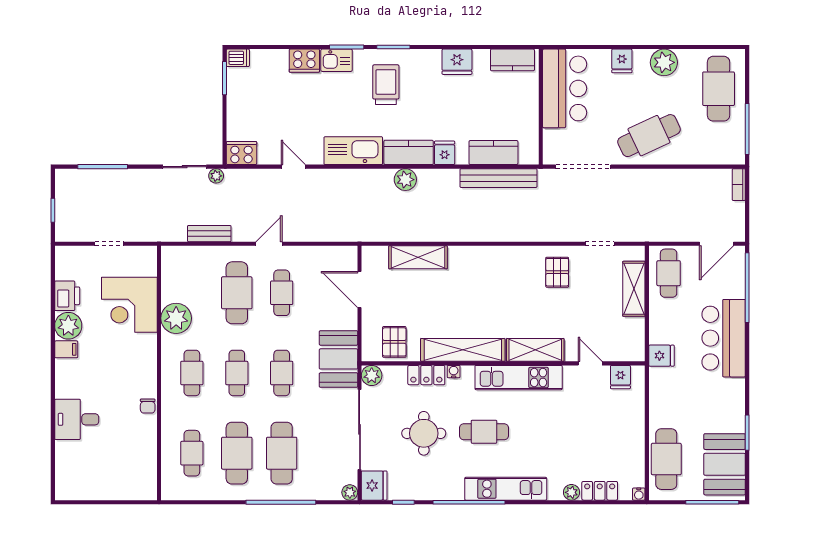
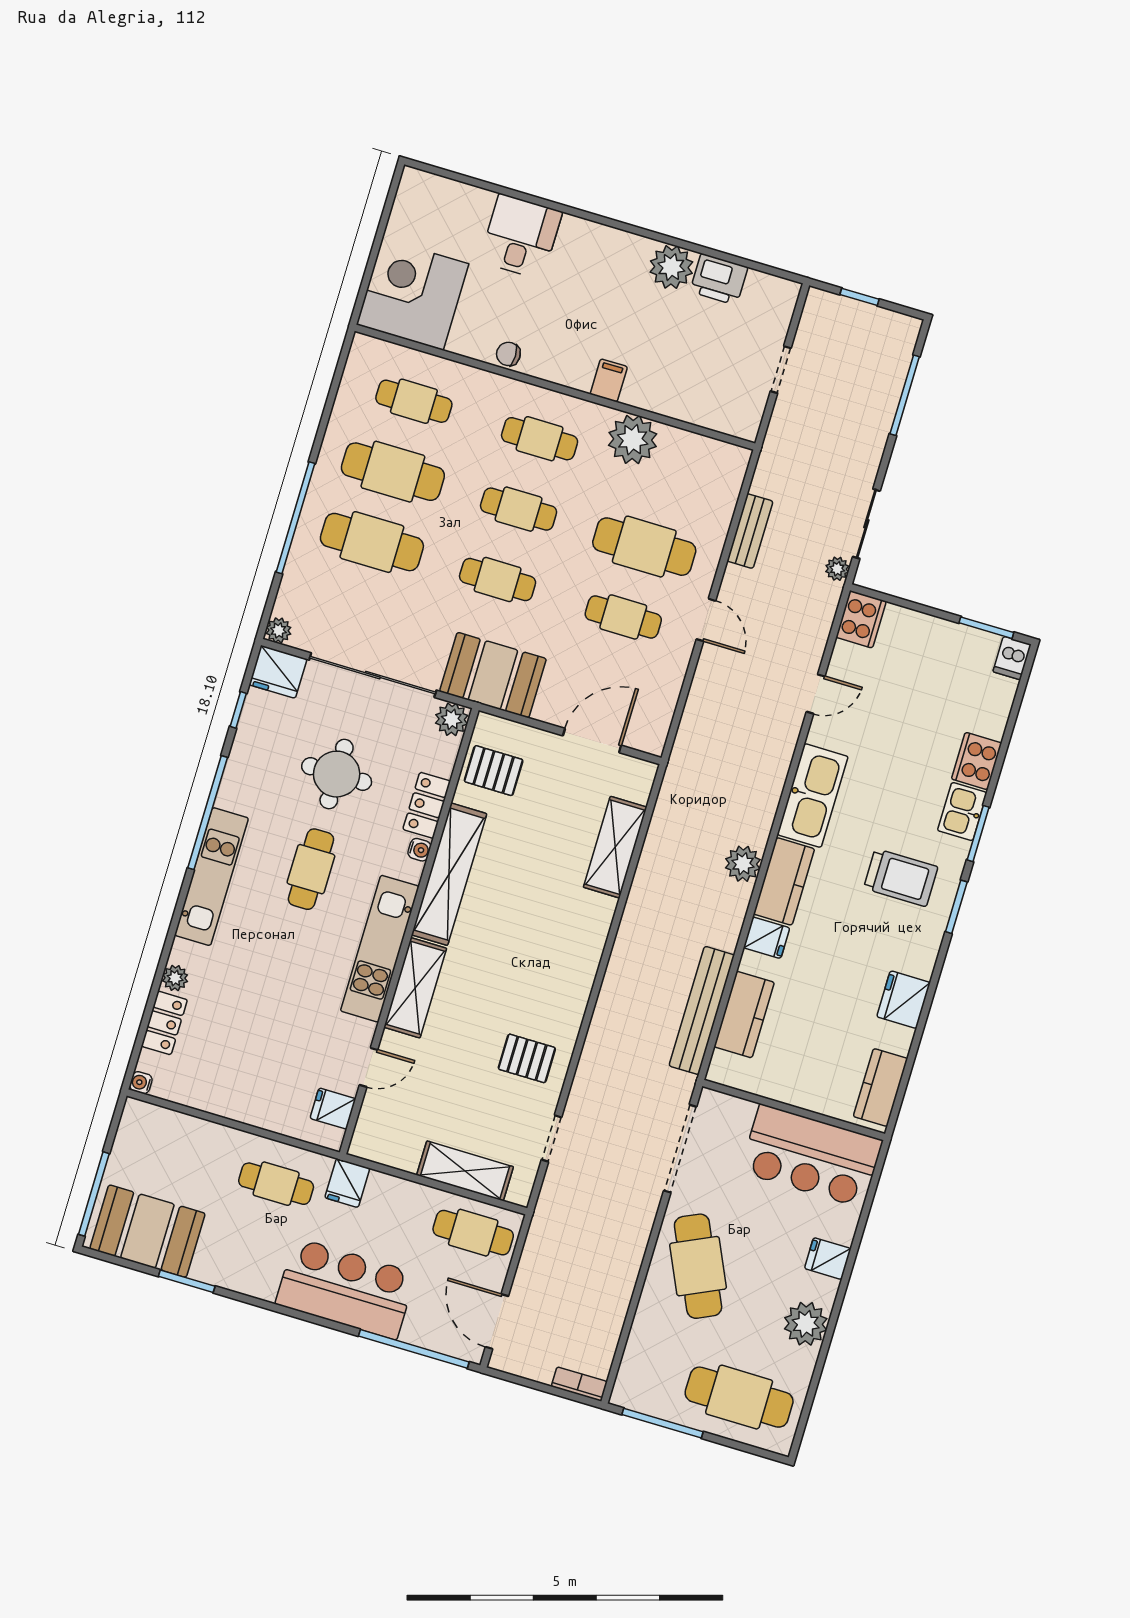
corner desk: (129, 305) -> (413, 294), moved
filing cabinet: (66, 349) -> (609, 380), moved, turned 180
cafe table: (666, 459) -> (276, 1184), moved, width x0.73, depth x0.74

